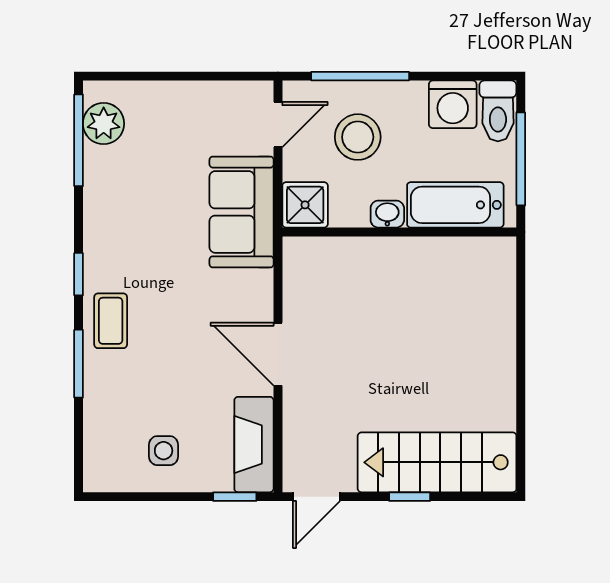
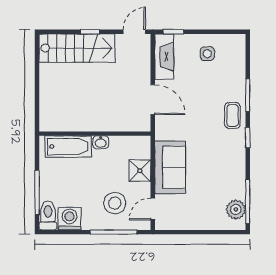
bathtub: (455, 205) -> (68, 147), moved
washbasin: (387, 214) -> (101, 142), moved
wall: (399, 232) -> (95, 134), moved

